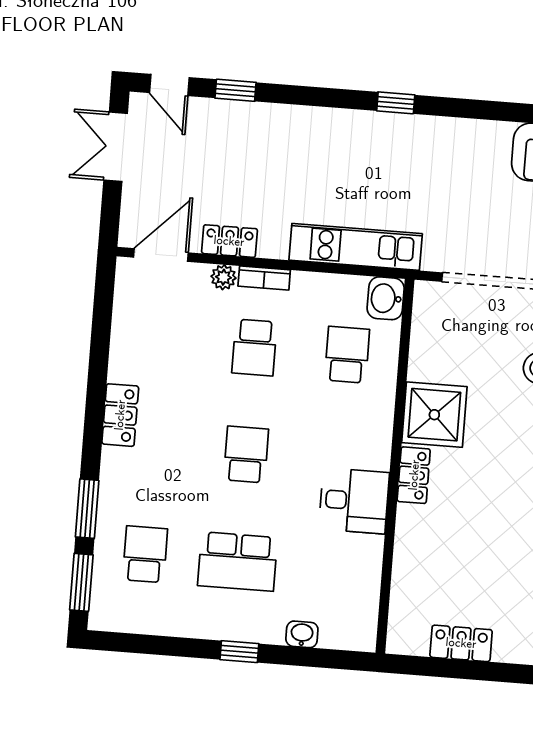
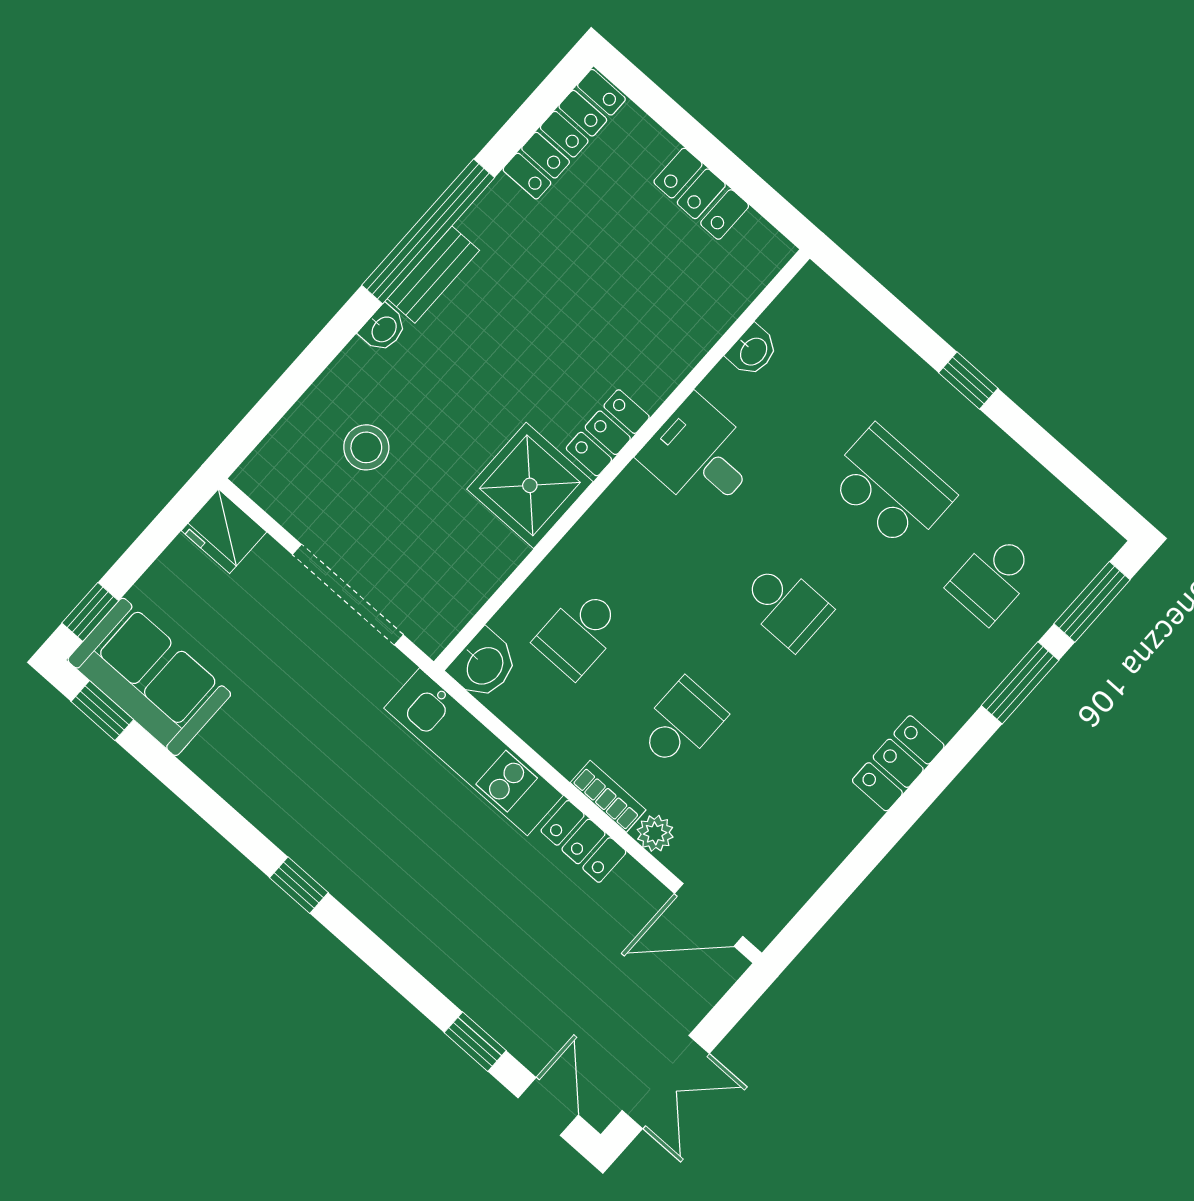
locker: (229, 241) -> (583, 841), moved
school desk: (246, 455) -> (786, 606), turned -90
washbasin: (302, 634) -> (753, 351), moved, turned -90

